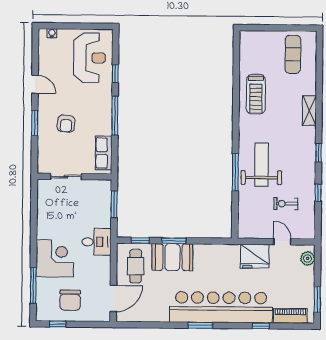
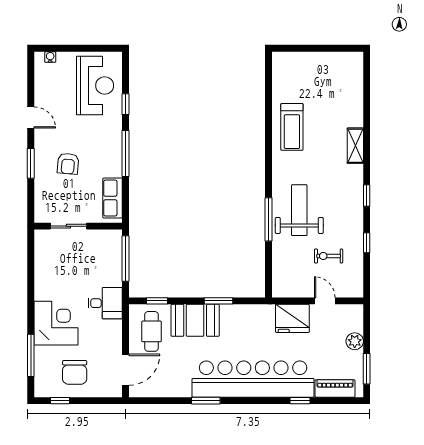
exercise mat: (293, 54) -> (335, 79), removed
window: (114, 204) -> (126, 259), width x1.44
window: (174, 241) -> (219, 301), moved
plant: (308, 258) -> (355, 341), moved
window: (200, 325) -> (206, 401), moved

